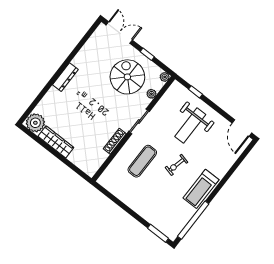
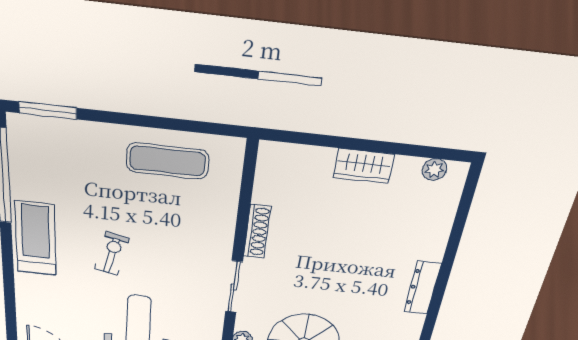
plant: (35, 123) -> (434, 170), width x0.53, depth x0.53
wardrobe: (56, 142) -> (364, 166), width x0.67
exercise mat: (142, 161) -> (167, 161), moved, turned 90

